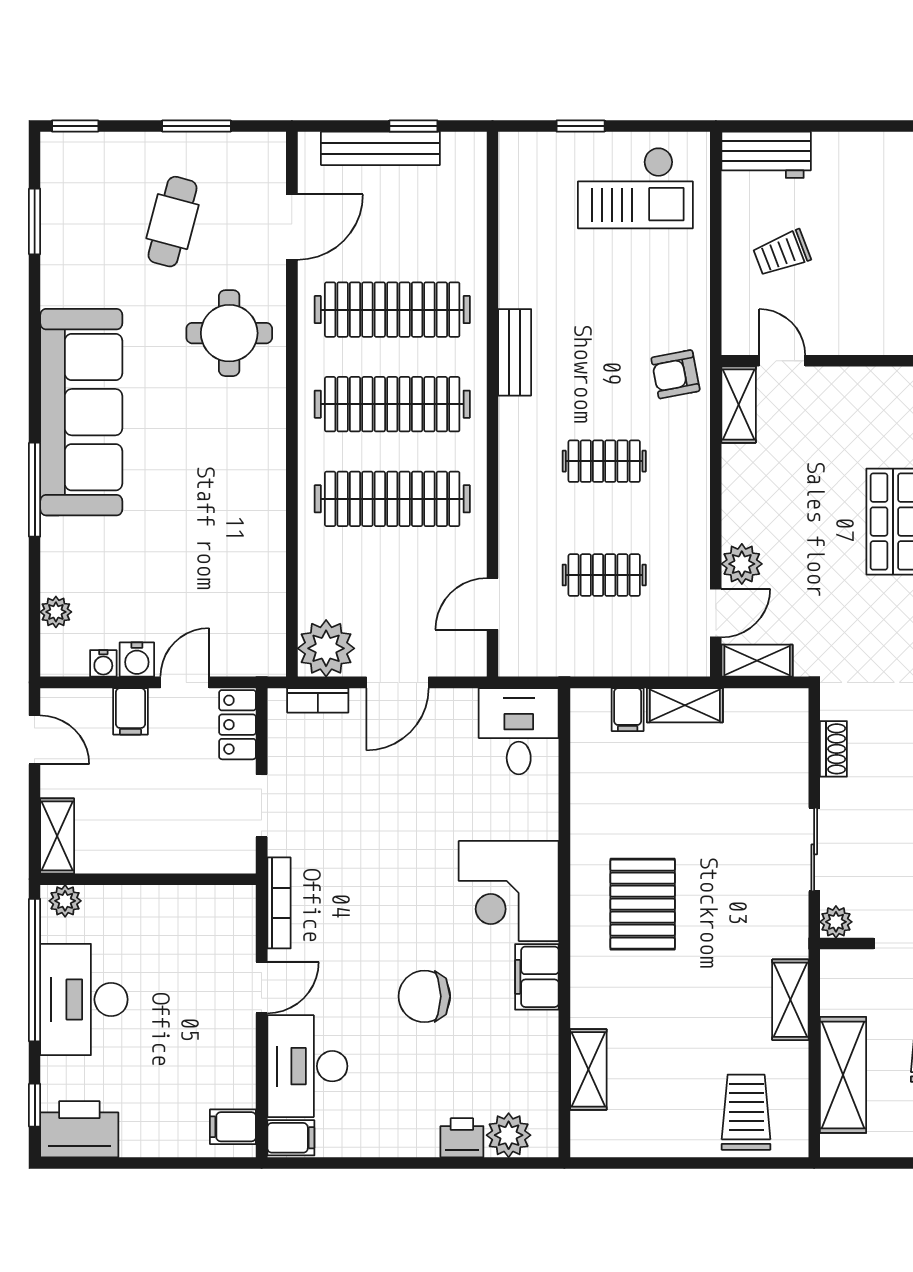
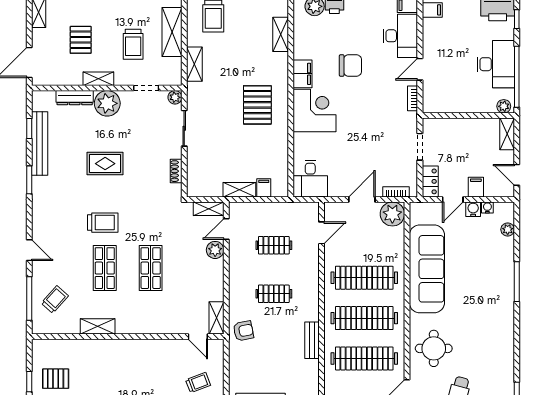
sofa: (81, 412) -> (427, 269), moved, turned 180
bookcase: (279, 903) -> (412, 98), width x0.64

